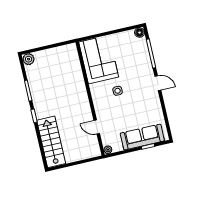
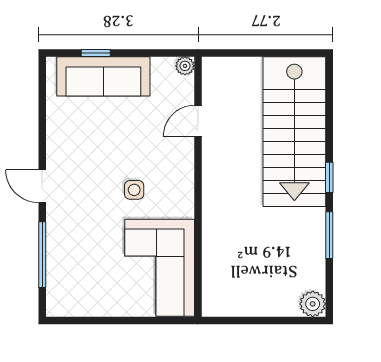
floor lamp: (140, 33) -> (57, 306), removed
door: (97, 127) -> (198, 121), swing flipped
stairs: (51, 142) -> (294, 132), width x1.36, depth x1.51

